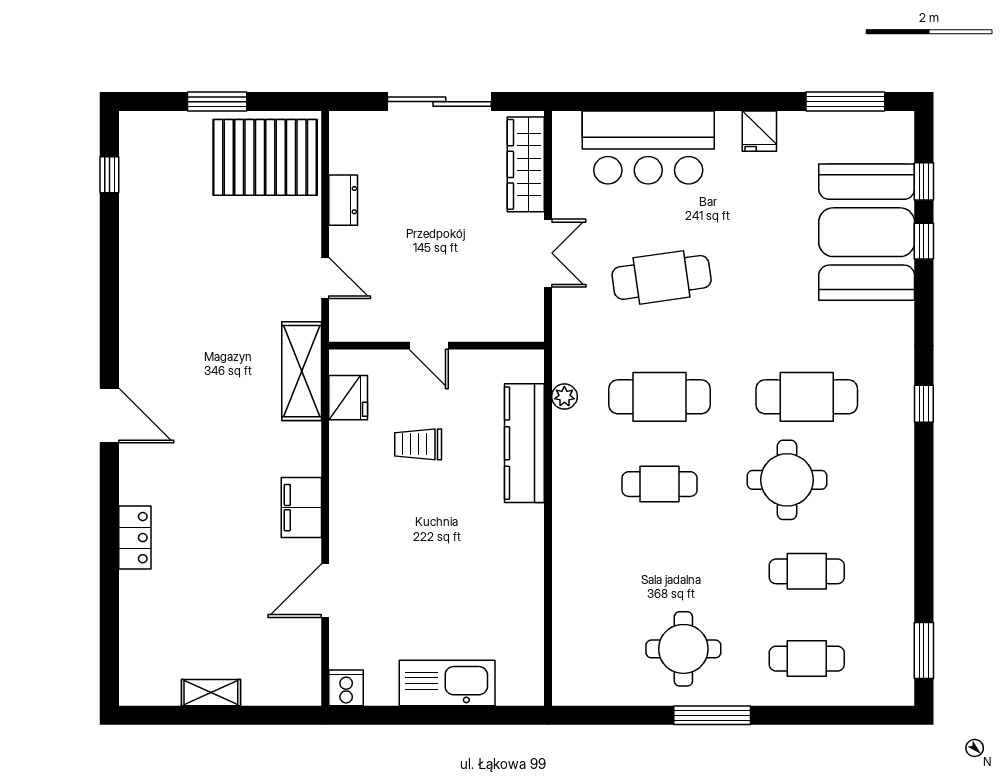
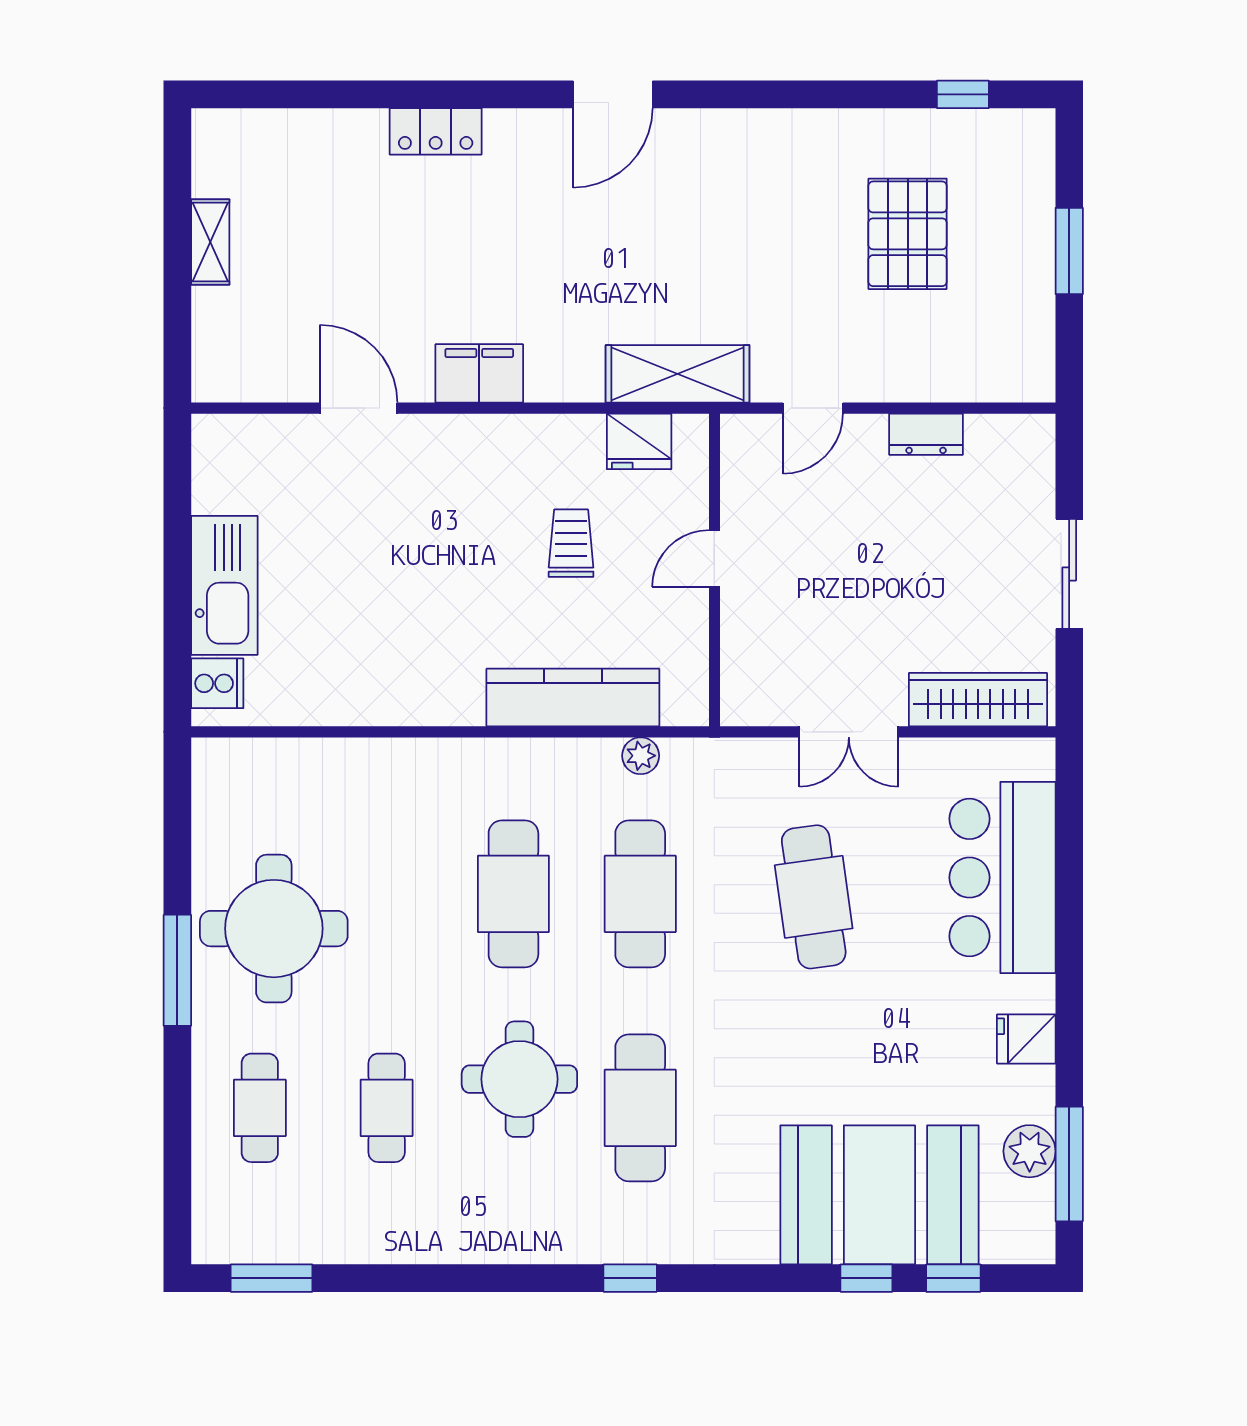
sliding door: (439, 102) -> (1069, 574), width x0.73
plant: (837, 129) -> (1030, 1151), added
pallet: (265, 157) -> (908, 234), moved, width x0.73, depth x0.71
cafe table: (659, 484) -> (513, 894), width x1.37, depth x1.35
round table: (683, 649) -> (274, 929), width x1.36, depth x1.36
cooker: (346, 688) -> (217, 683), moved

